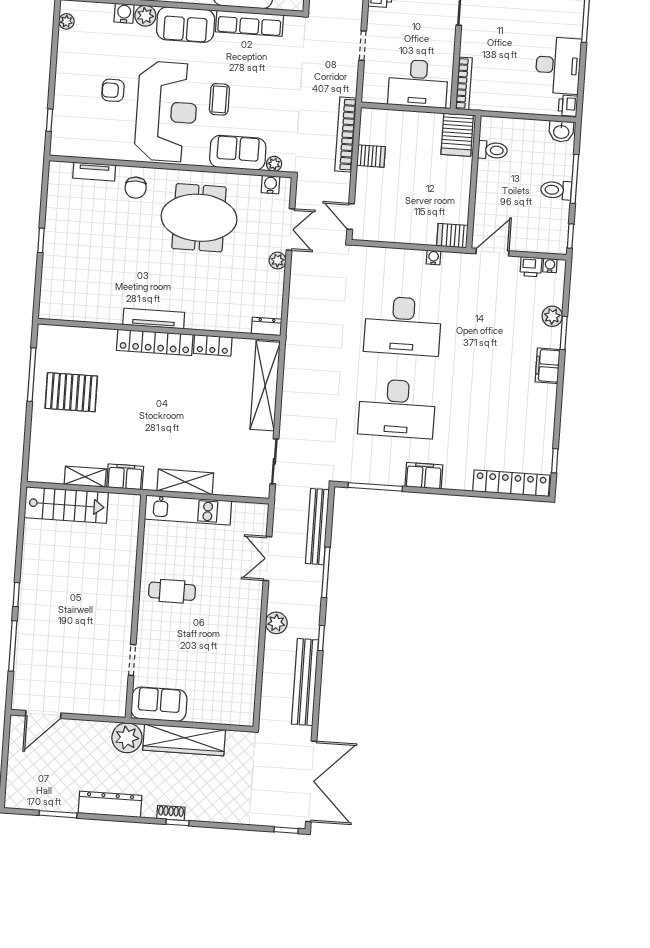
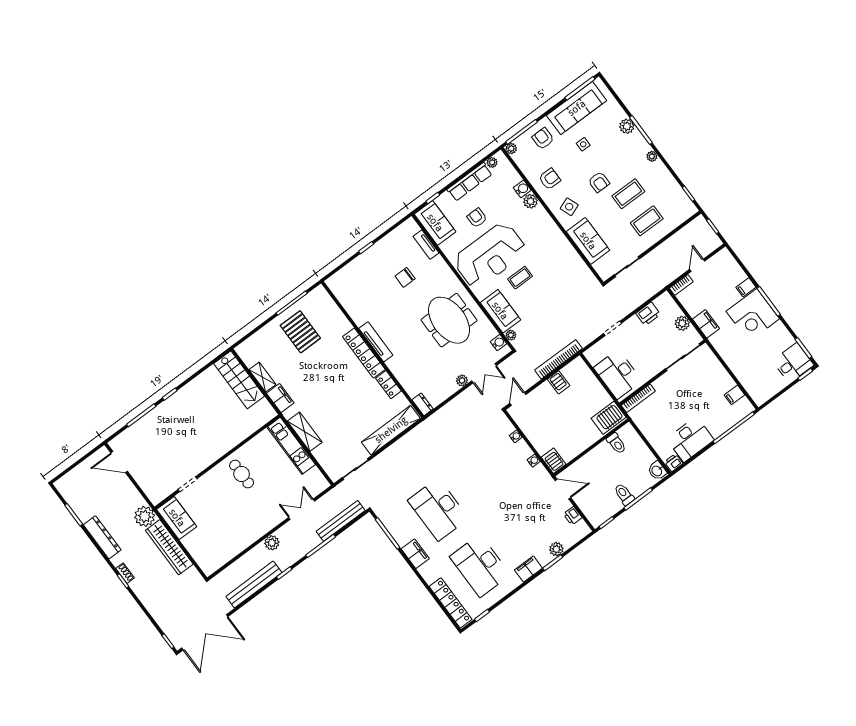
row of seats: (249, 23) -> (470, 182), moved, turned -90
sofa: (186, 25) -> (435, 223), moved, turned 180
chair: (136, 188) -> (405, 277), moved
water cooler: (550, 265) -> (516, 436), moved
desk: (403, 326) -> (480, 566), moved

